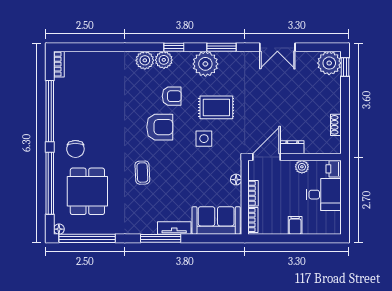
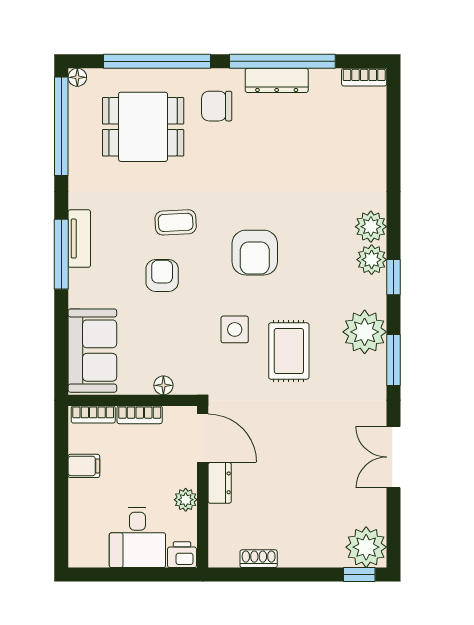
armchair: (172, 96) -> (162, 275), moved, turned 180
dresser: (61, 114) -> (277, 80), added
filing cabinet: (295, 225) -> (84, 466), moved
tv unit: (174, 228) -> (79, 239), moved

